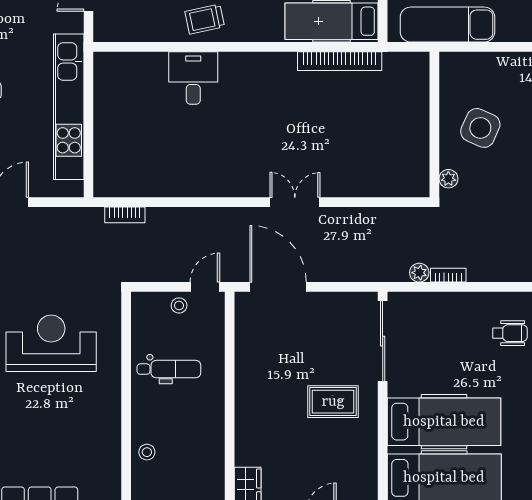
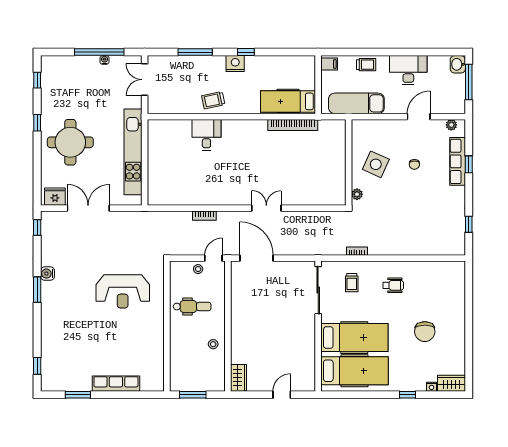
bookcase: (125, 215) -> (204, 216), moved
plant: (419, 273) -> (340, 250), removed
trolley: (440, 328) -> (352, 283), added
reception desk: (51, 343) -> (123, 291), turned 180
rug: (333, 402) -> (289, 326), removed
stool: (147, 452) -> (213, 344), moved

